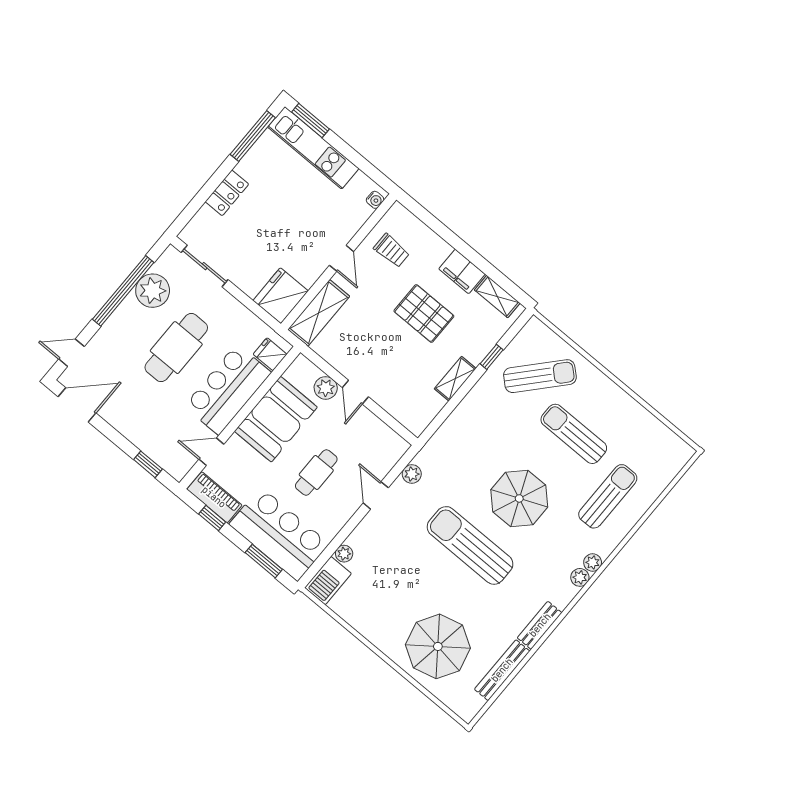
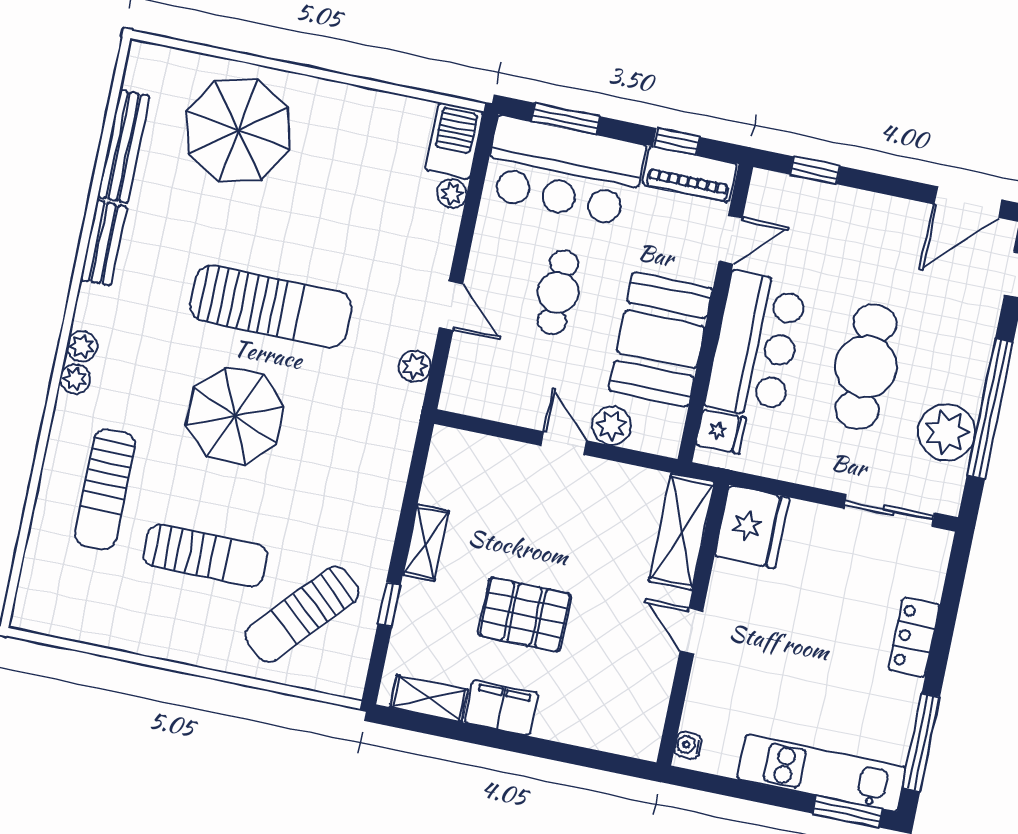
trolley: (392, 251) -> (623, 683), removed

